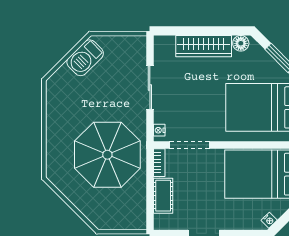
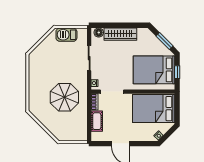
floor lamp: (241, 43) -> (99, 33), moved
barbecue: (85, 58) -> (66, 35), moved, turned 45
parasol: (107, 155) -> (64, 97), width x0.73, depth x0.73

